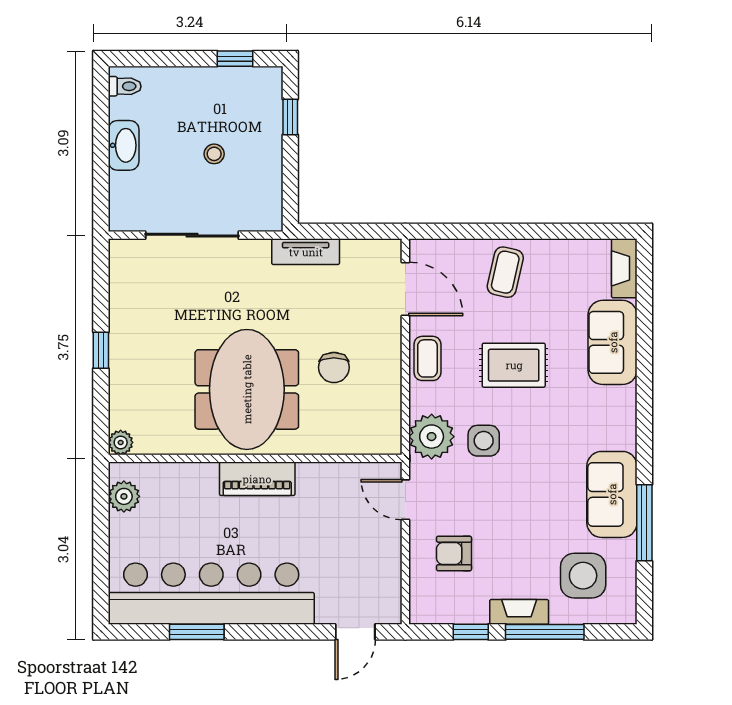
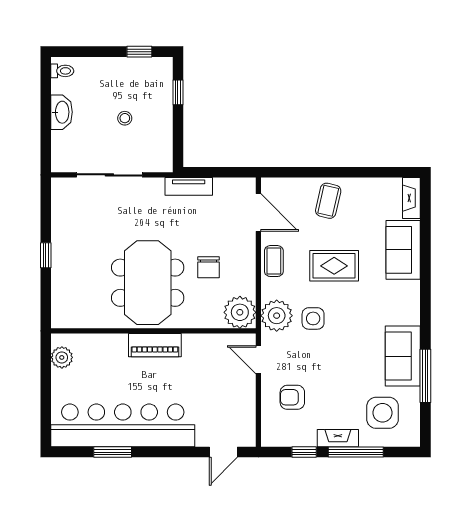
plant: (121, 442) -> (240, 312), moved, width x1.87, depth x1.87

